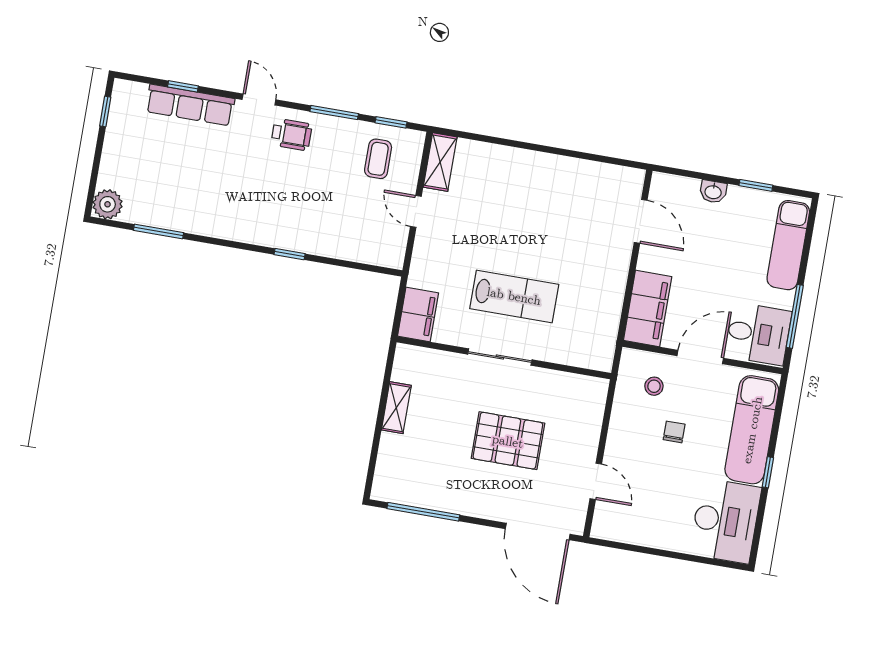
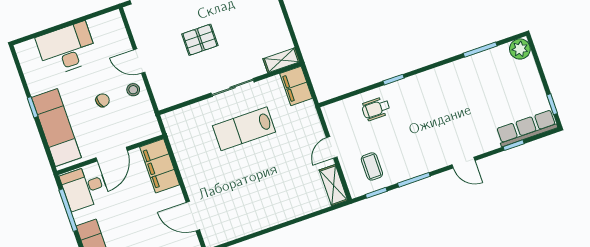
row of seats: (190, 105) -> (527, 128), moved
wheelchair: (291, 134) -> (376, 109), moved
door: (416, 211) -> (332, 147), swing flipped
stool: (654, 386) -> (133, 90), moved
shelving: (396, 408) -> (281, 60), moved, turned 90
chair: (674, 432) -> (103, 100), turned -107
pallet: (508, 441) -> (200, 40), width x0.67, depth x0.71
door: (596, 481) -> (139, 61), moved
desk: (725, 521) -> (67, 49), moved, turned 90

